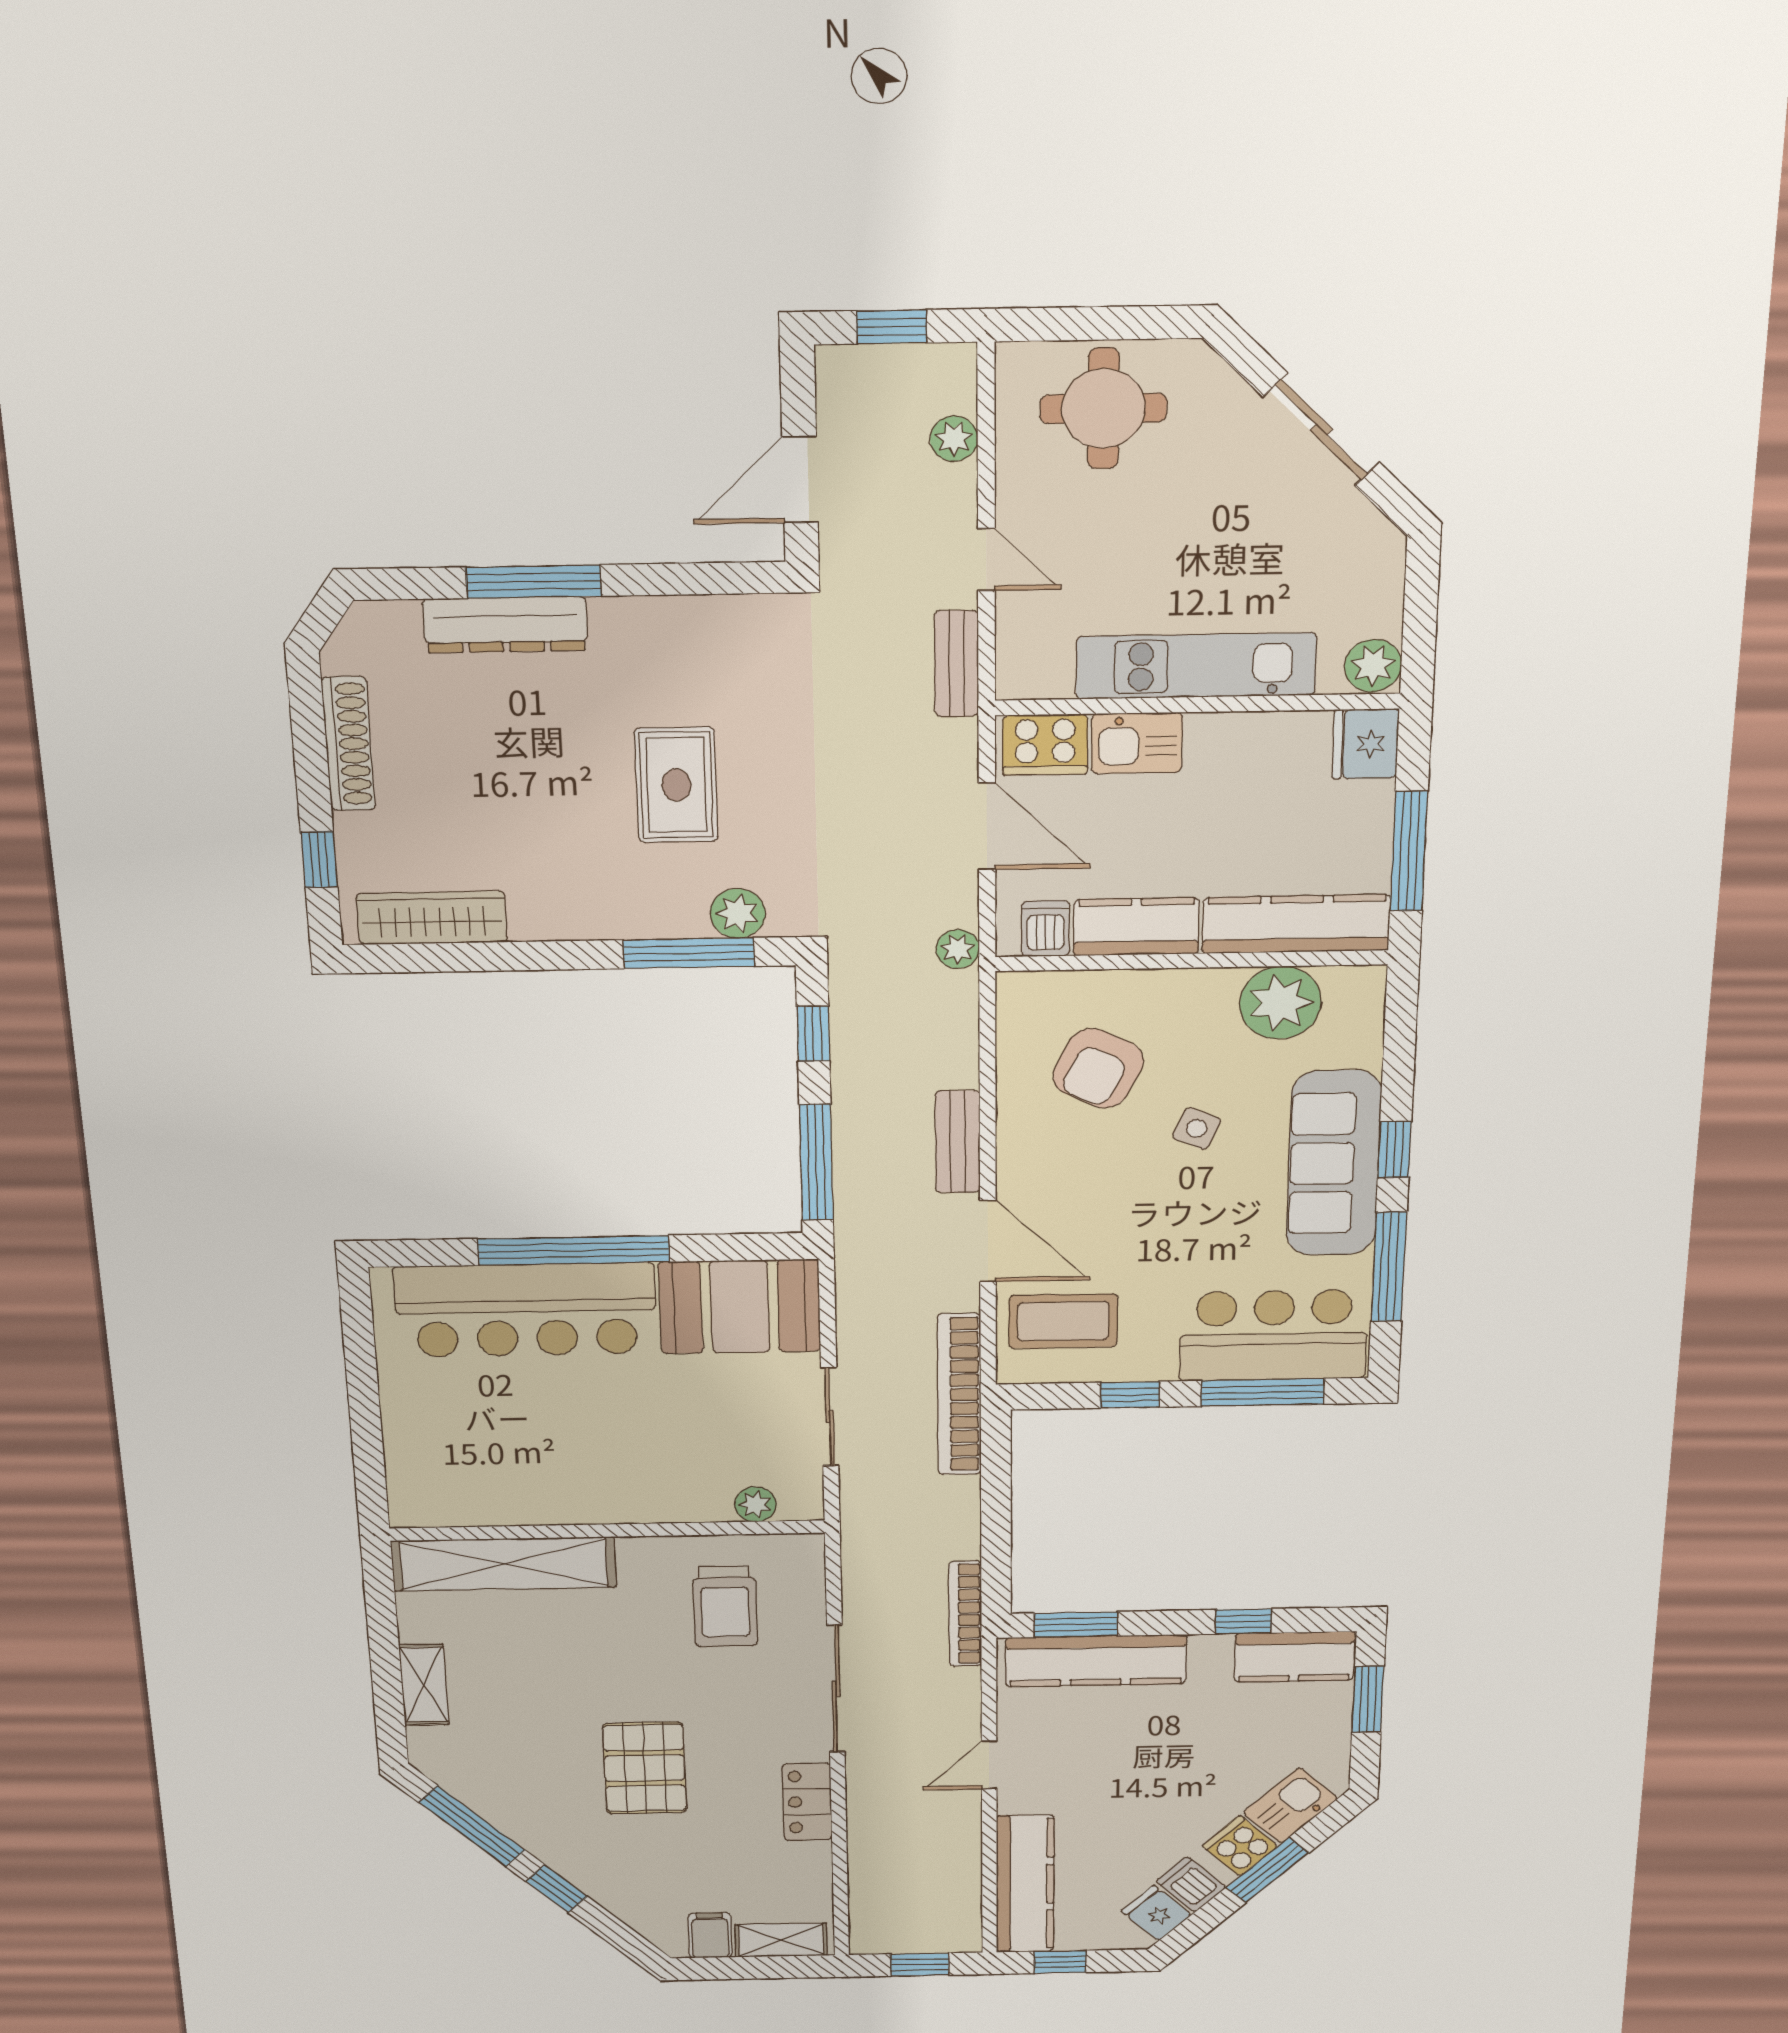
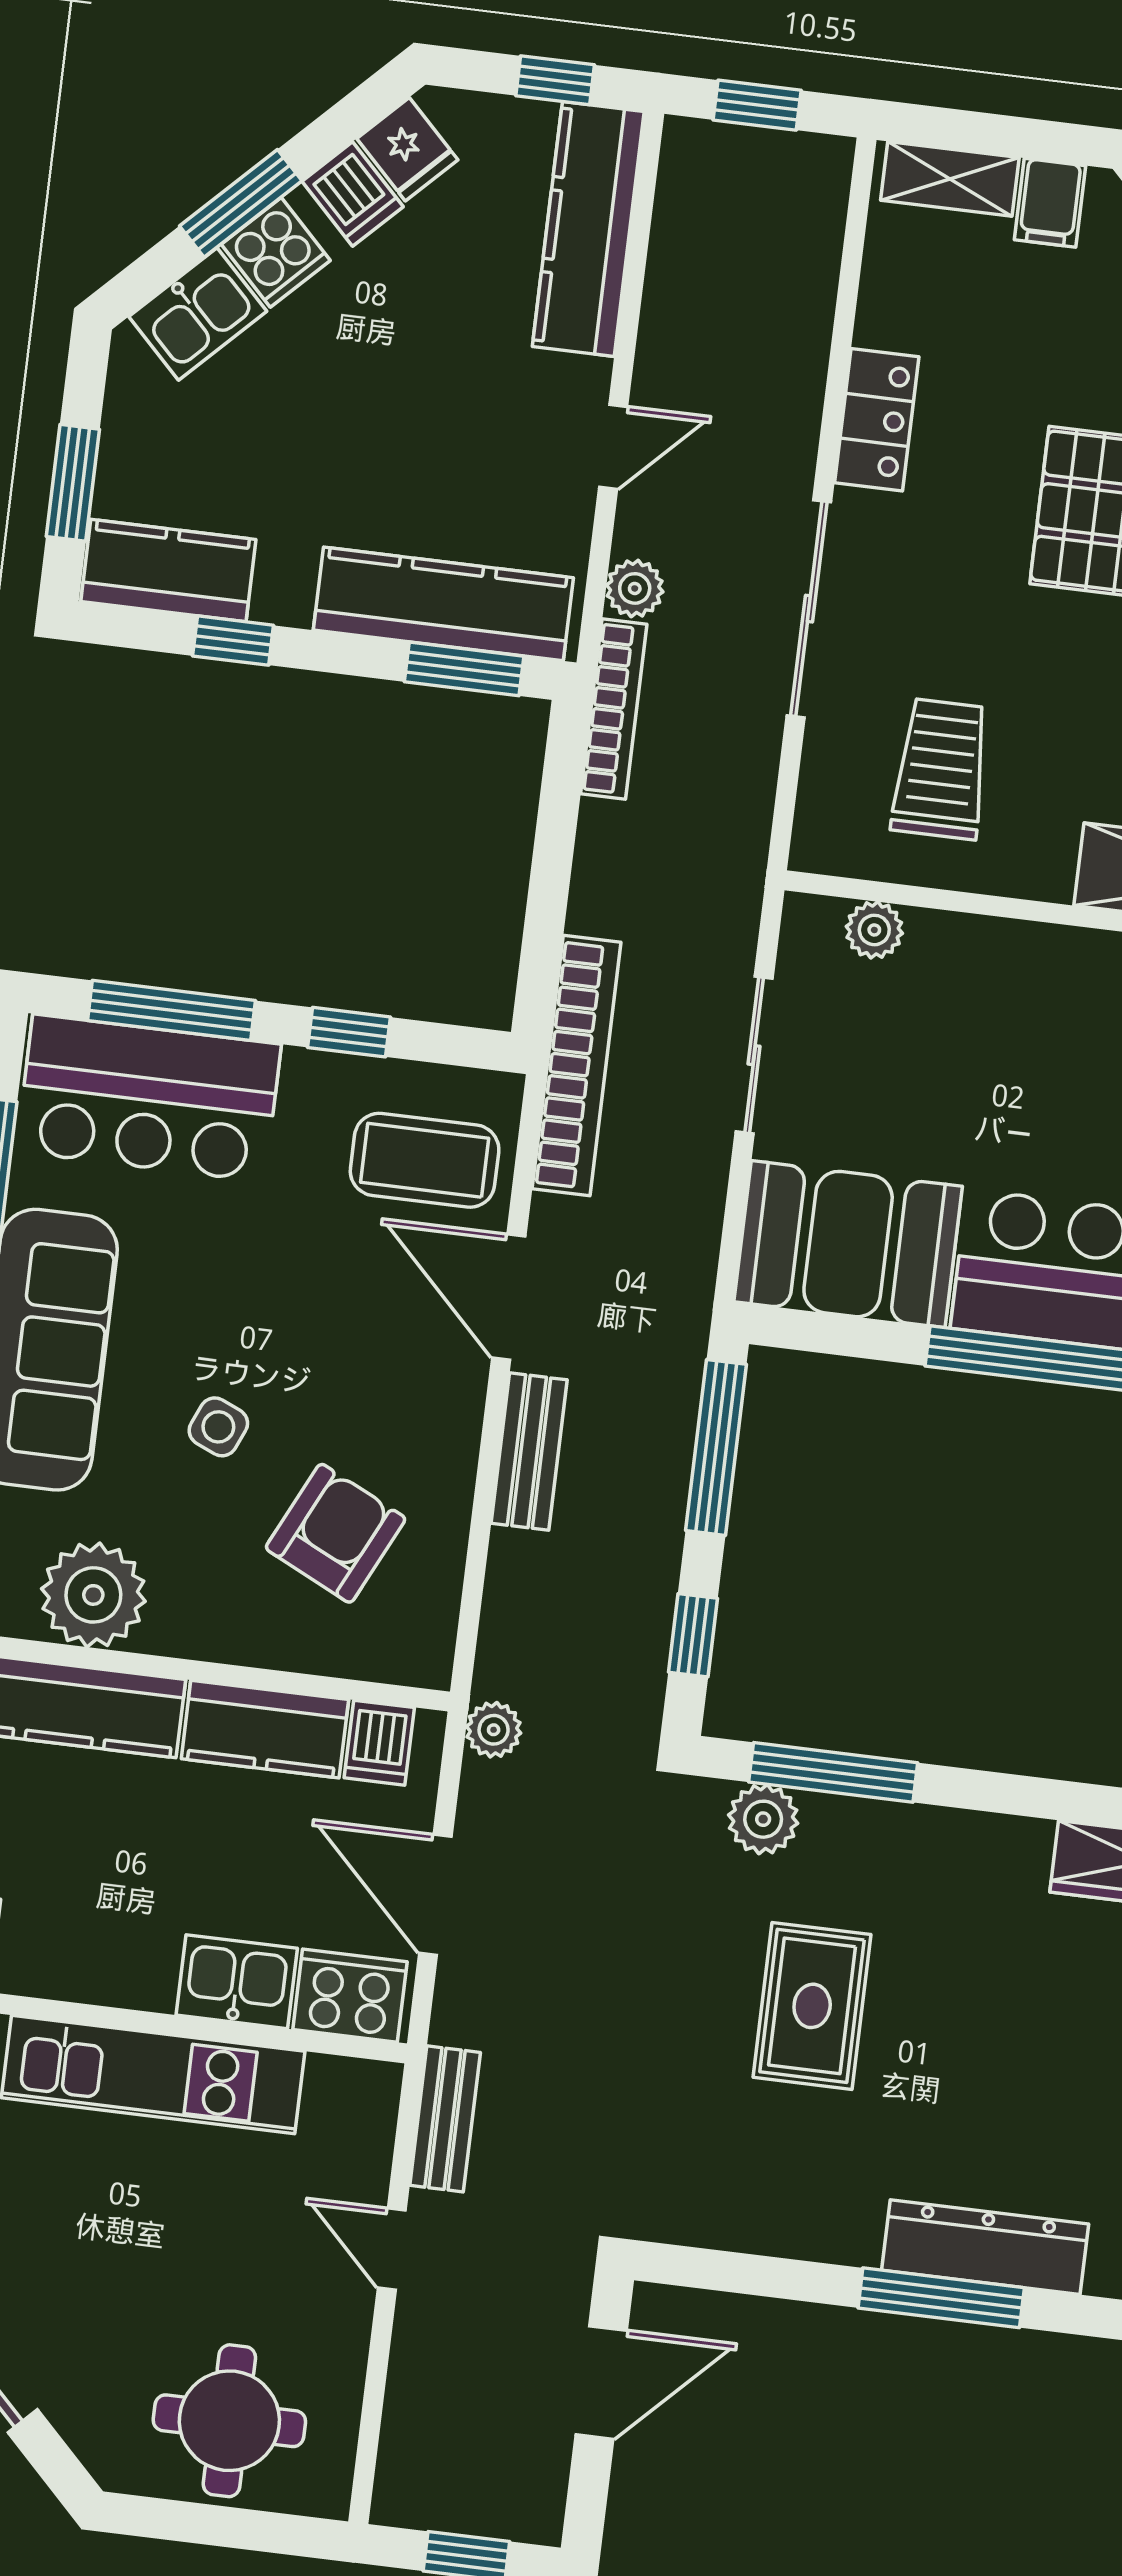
plant: (954, 439) -> (635, 588), moved

